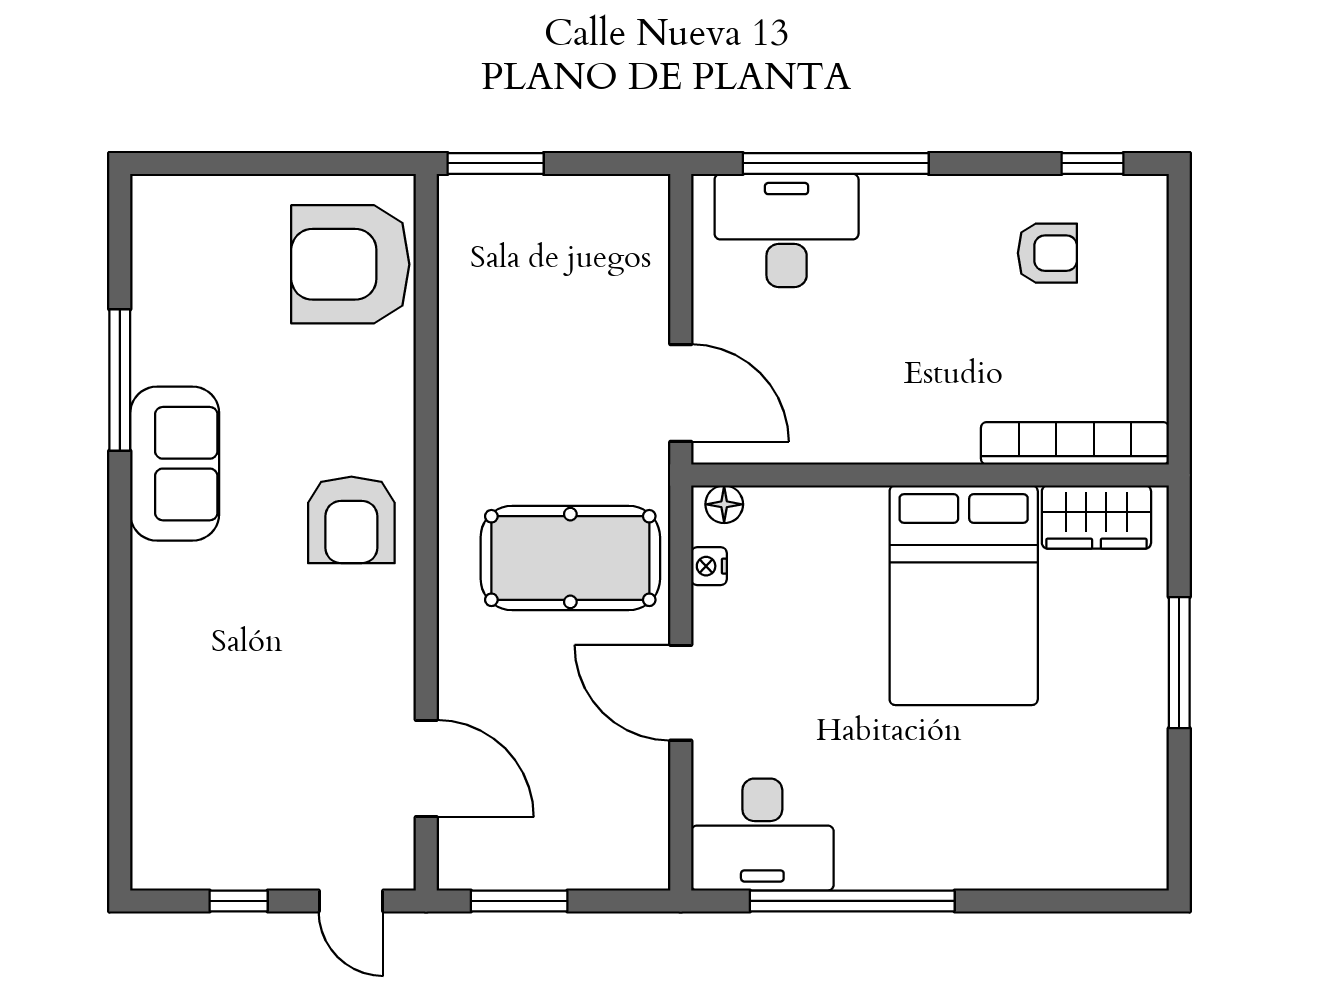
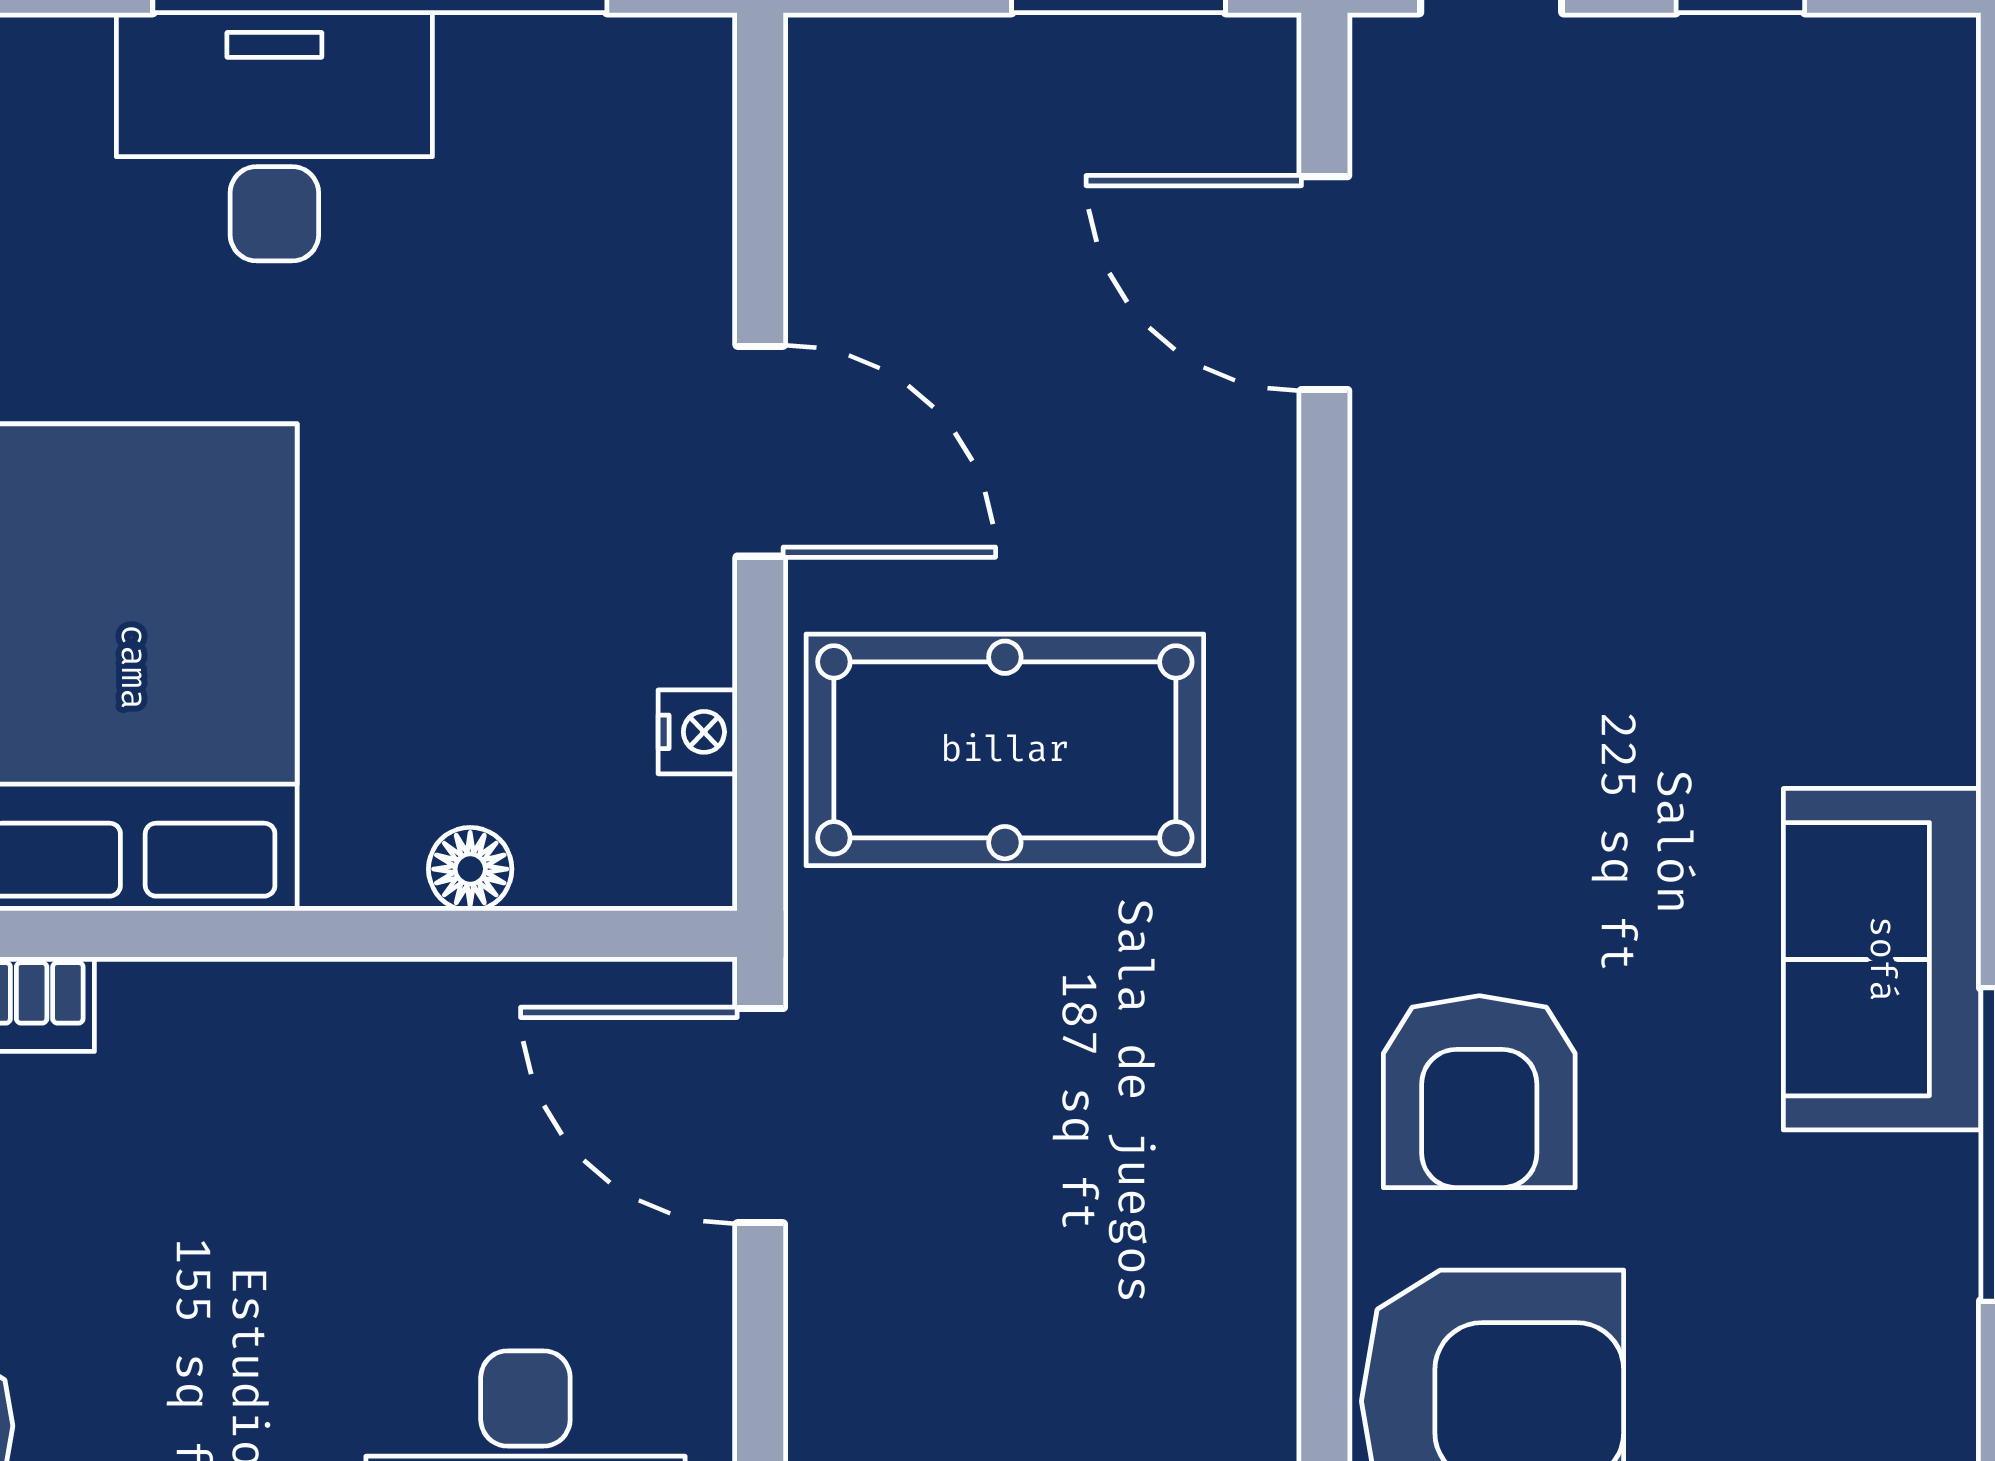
floor lamp: (724, 504) -> (470, 869), moved
armchair: (351, 520) -> (1479, 1092), moved, turned 180
desk: (762, 835) -> (274, 137), moved

